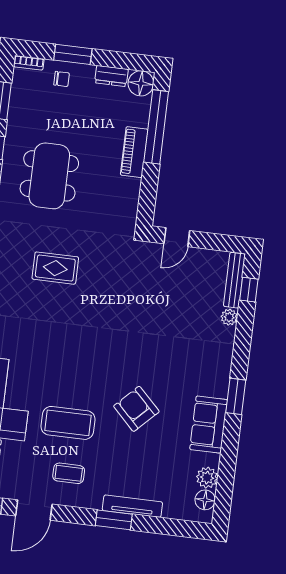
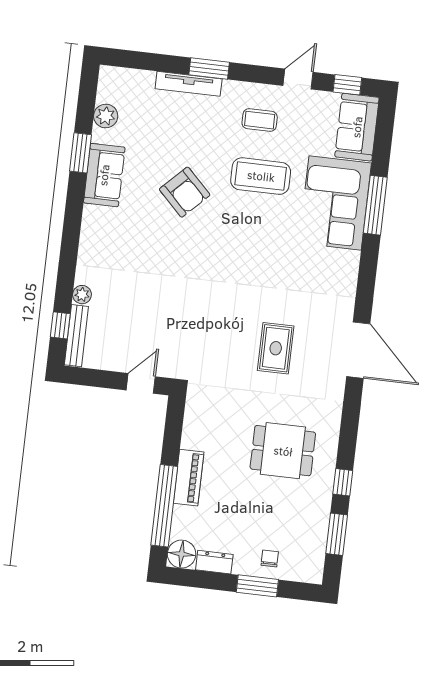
bookcase: (29, 63) -> (306, 576), removed
chair: (62, 79) -> (270, 558), turned 90
dining table: (49, 176) -> (283, 451), width x0.73
rug: (55, 268) -> (276, 348), turned 90
window: (236, 396) -> (81, 153), moved
floor lamp: (205, 500) -> (108, 91), removed
door: (34, 510) -> (298, 79), width x0.73

